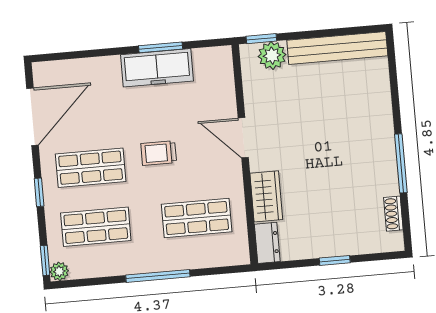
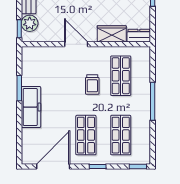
freezer: (157, 68) -> (31, 107), moved
door: (33, 117) -> (53, 166), hinge flipped
door: (243, 138) -> (76, 44), swing flipped
trolley: (159, 153) -> (92, 84), moved
plant: (59, 271) -> (145, 159), removed

